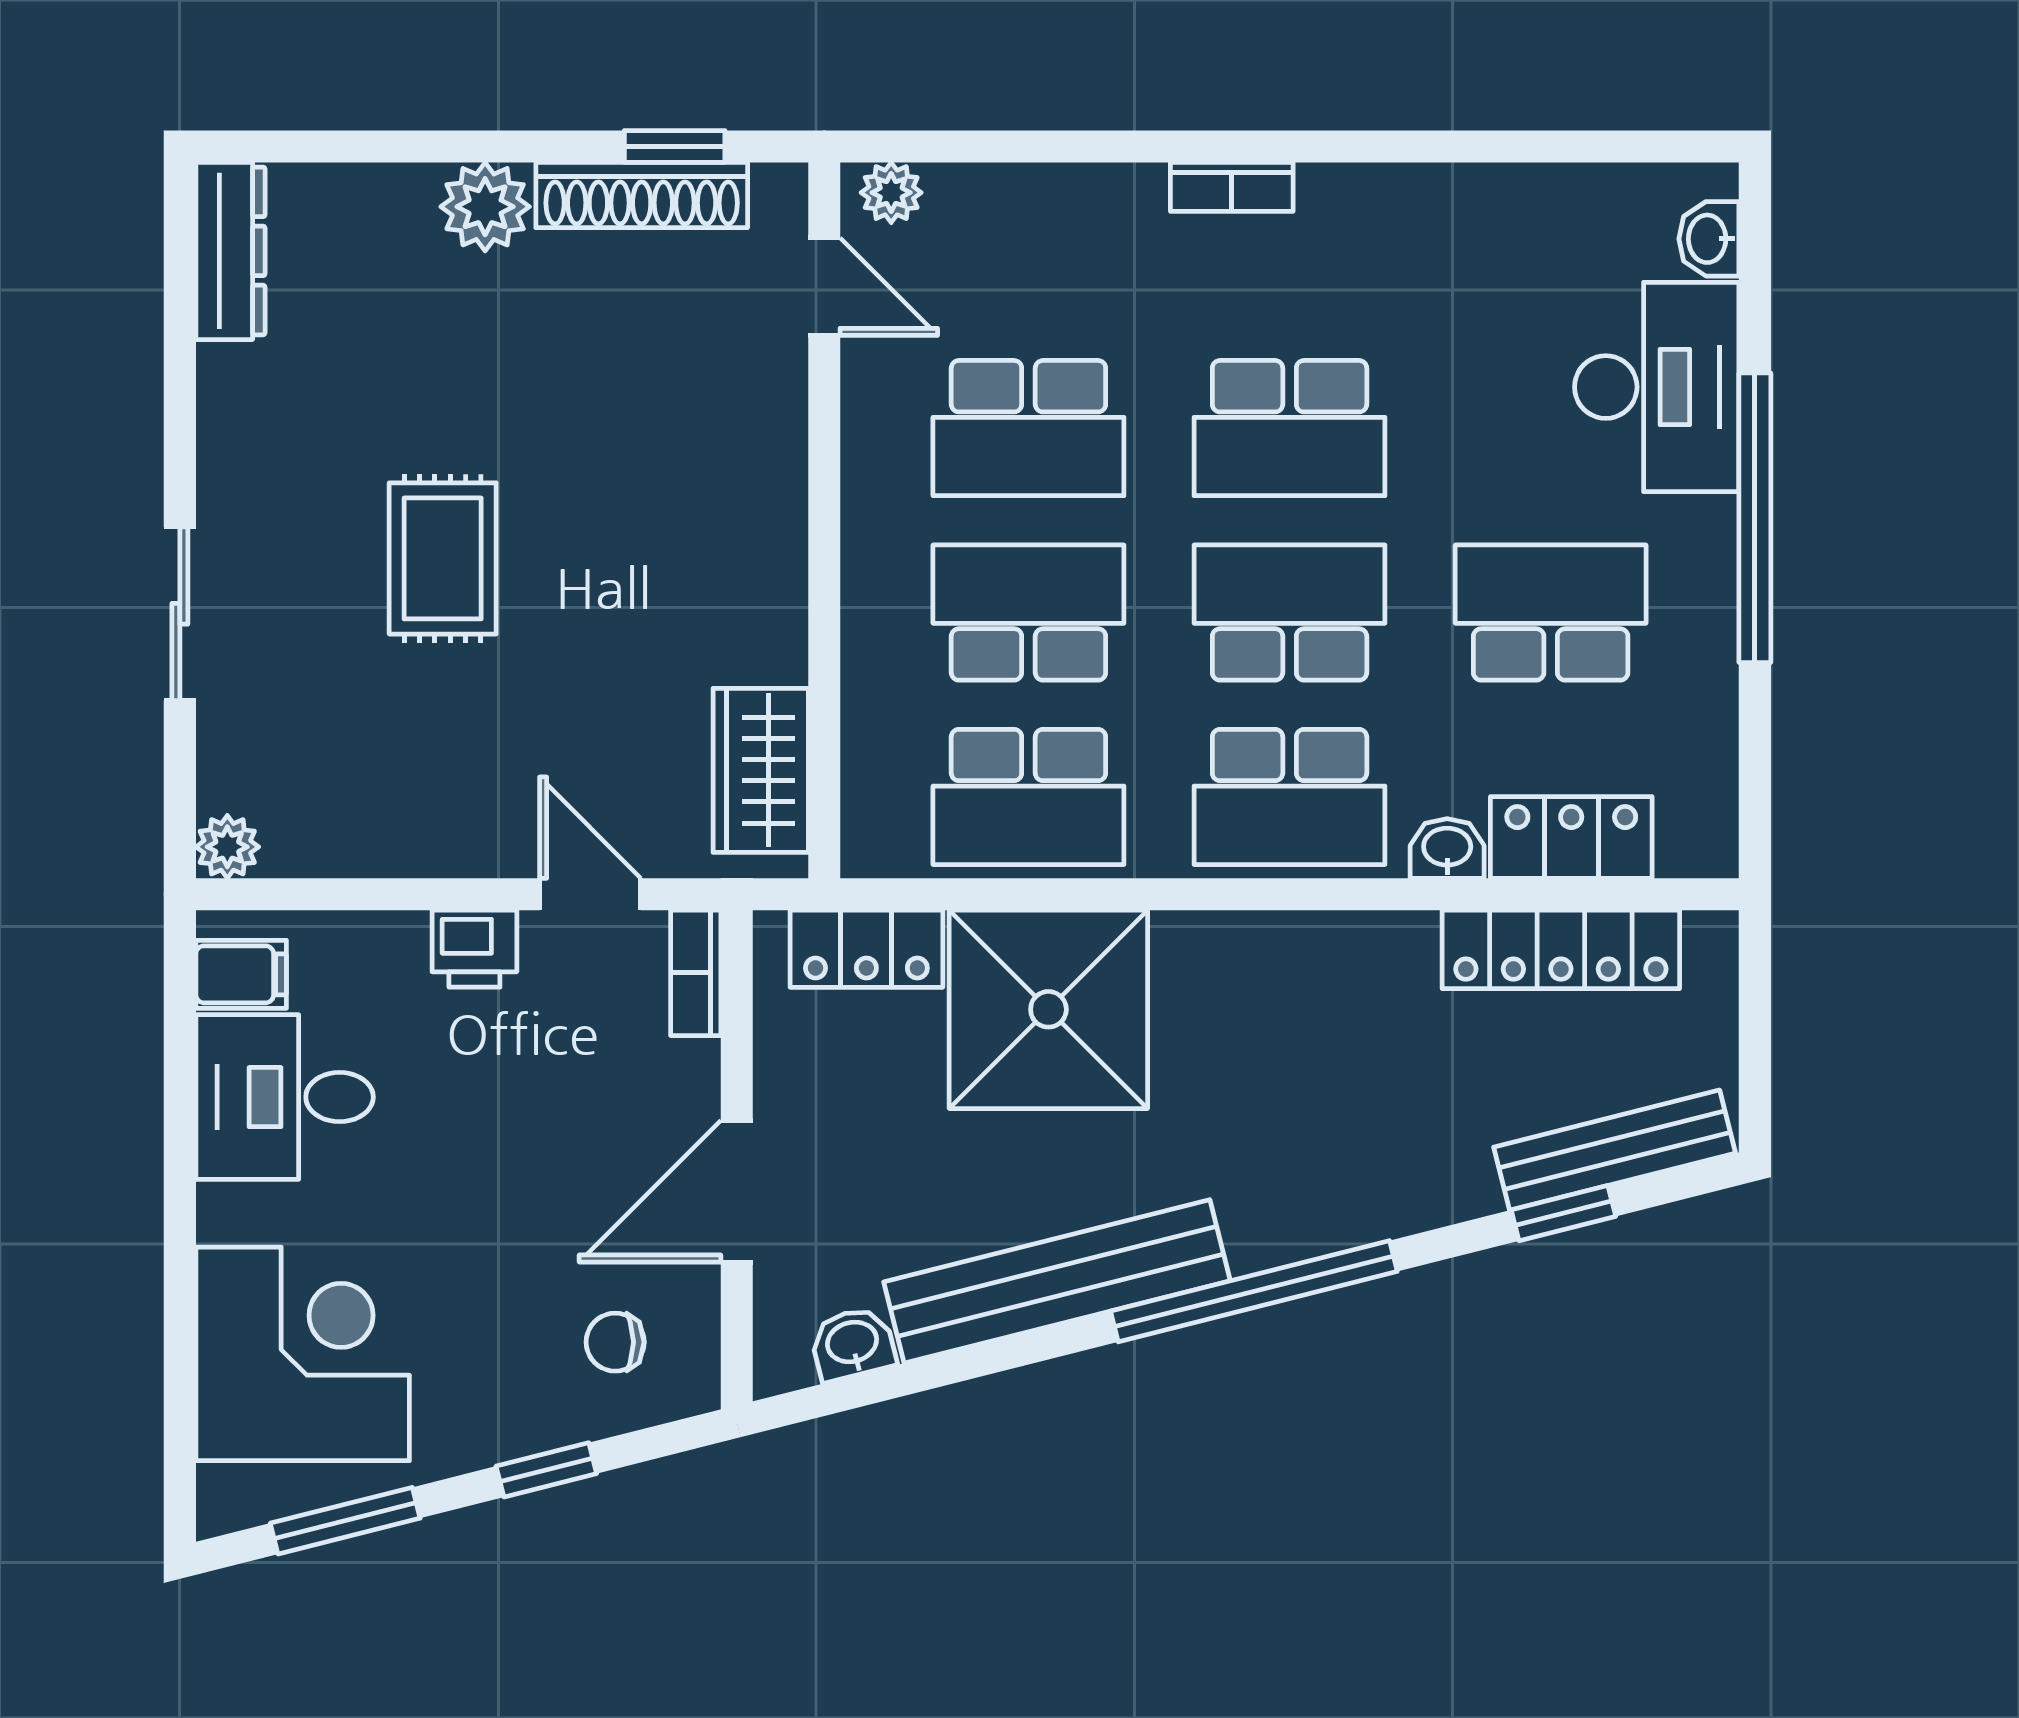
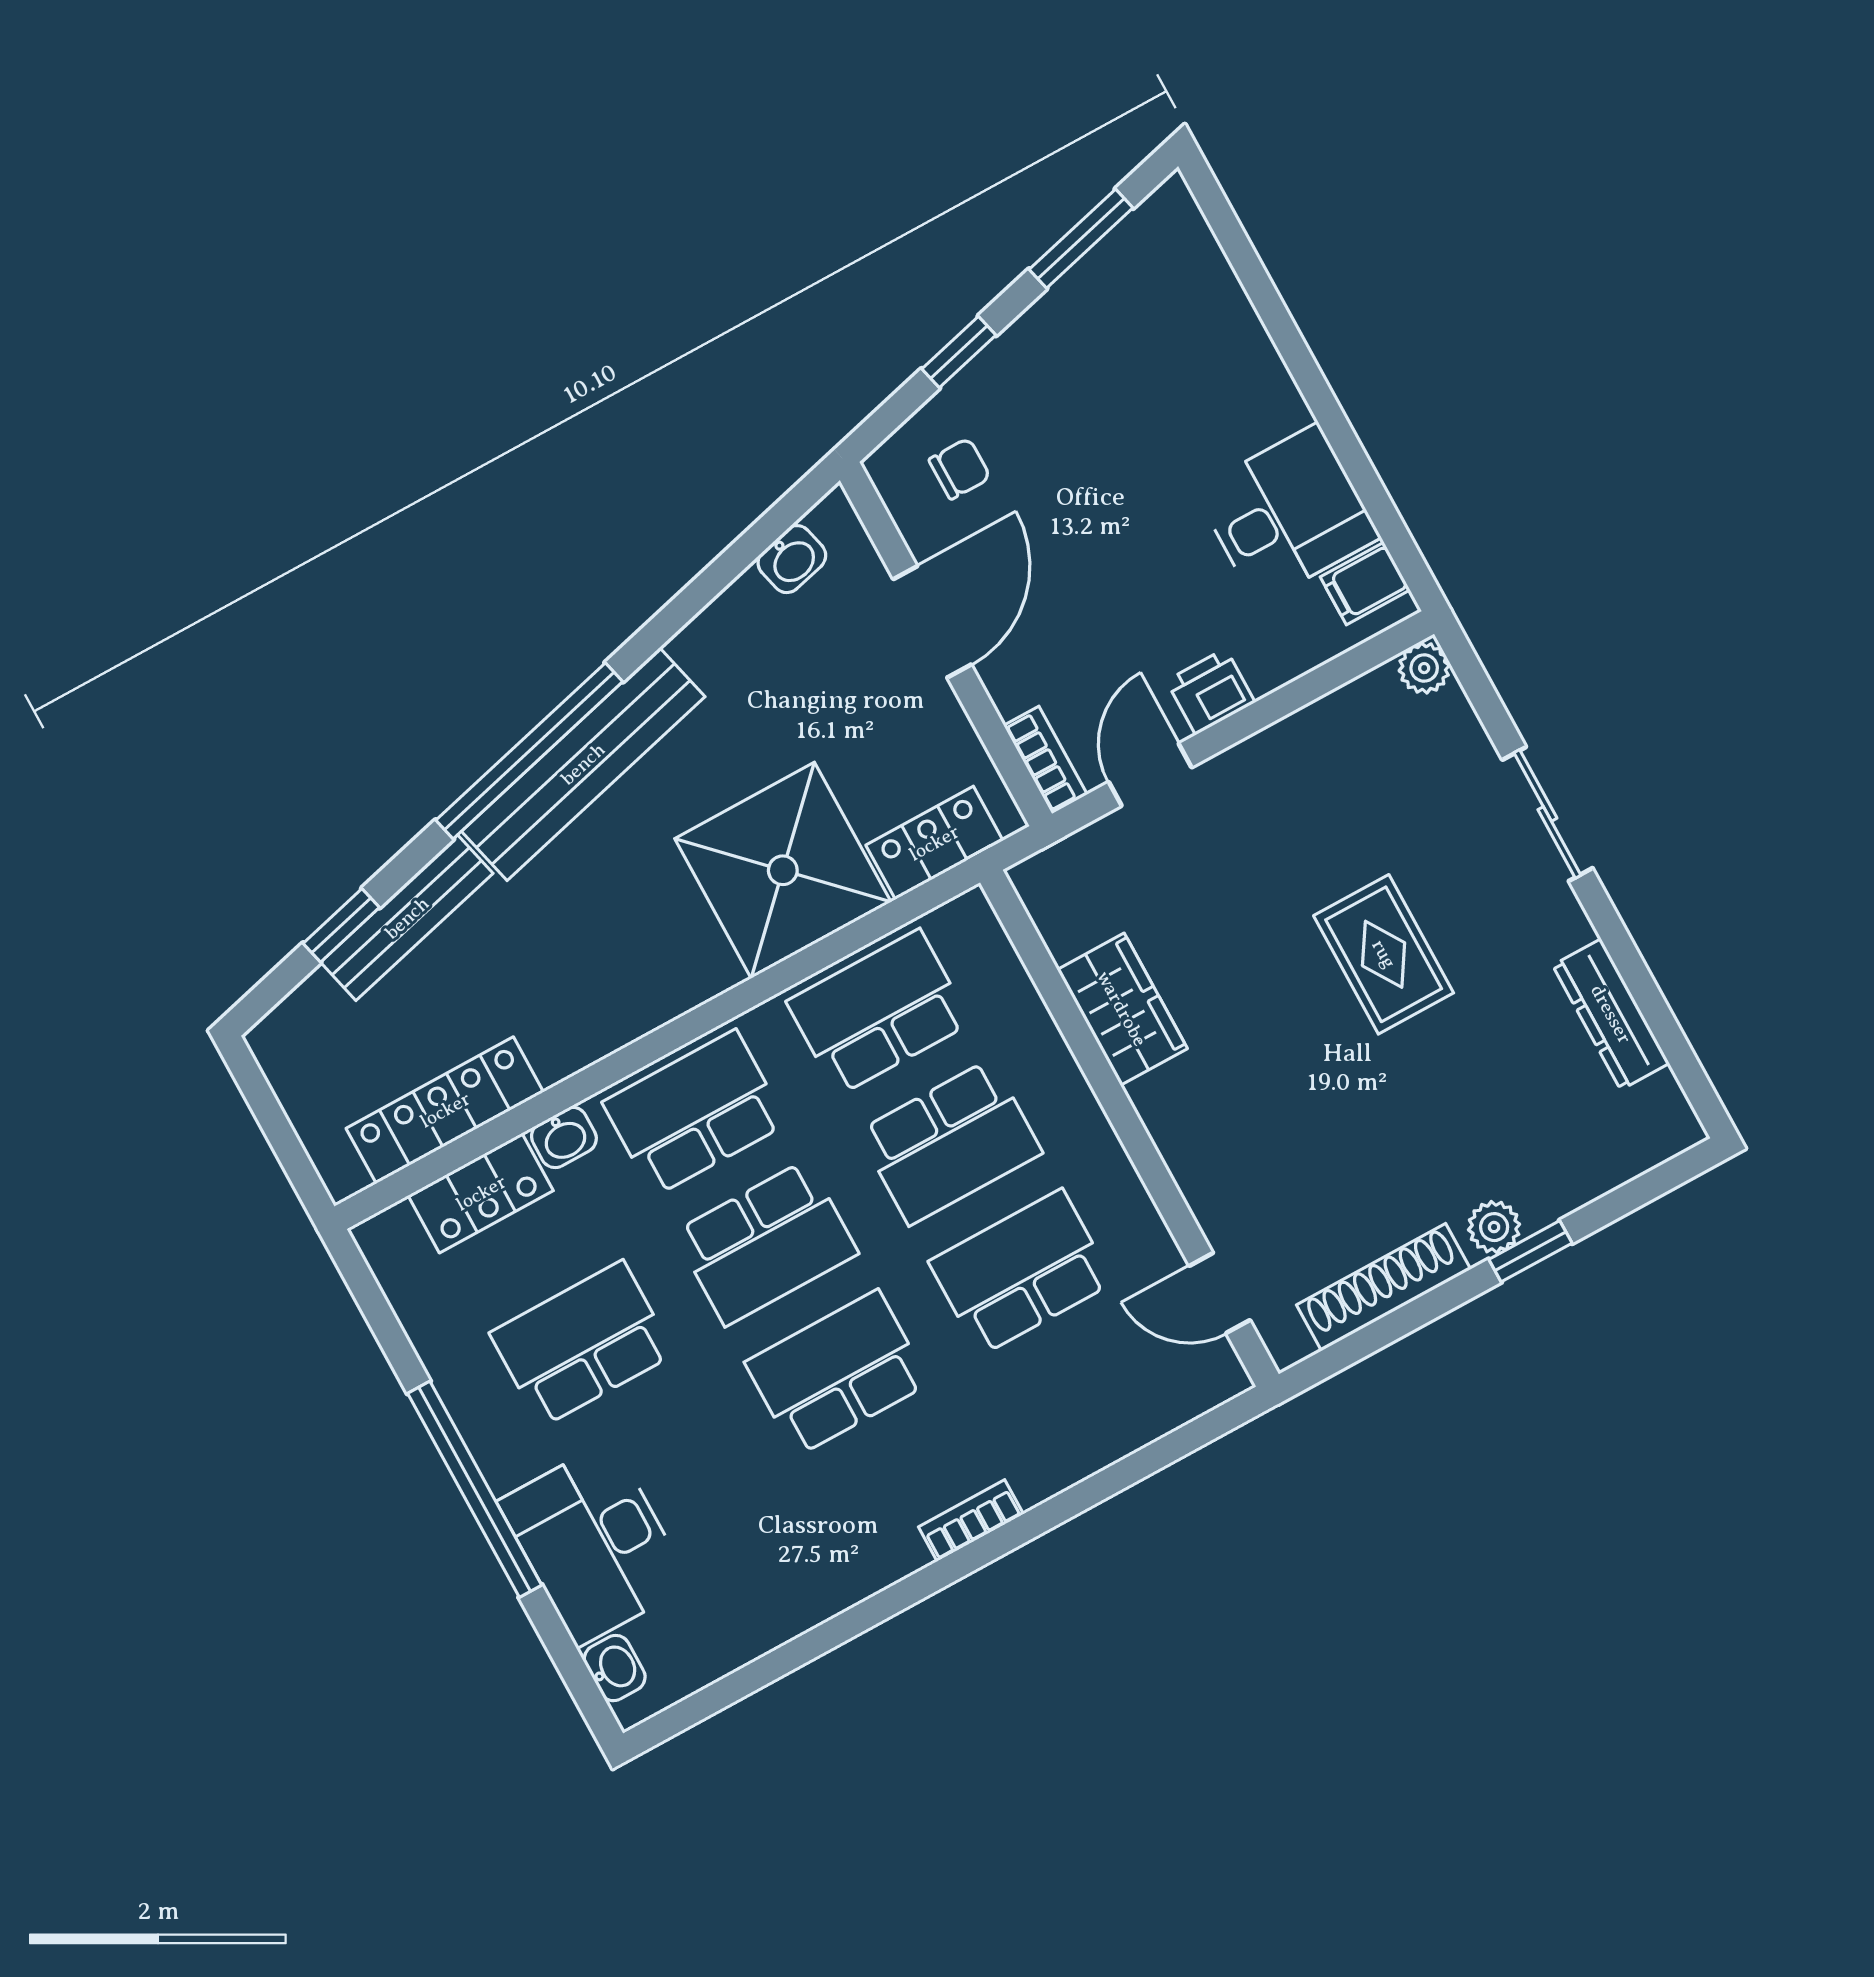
window: (675, 146) -> (1530, 1251), moved
plant: (891, 193) -> (1209, 1385), removed
plant: (485, 207) -> (1494, 1227), width x0.73, depth x0.73
dresser: (230, 251) -> (1611, 1014), moved
school desk: (1551, 613) -> (582, 1344), turned 180
wardrobe: (761, 770) -> (1122, 1009), moved
door: (590, 894) -> (1150, 775), swing flipped
bench: (1615, 1150) -> (407, 918), moved
bench: (1057, 1281) -> (583, 764), moved
corner desk: (303, 1354) -> (1175, 340), removed

